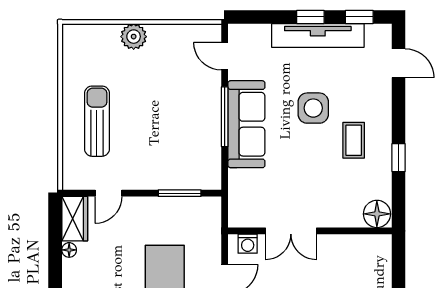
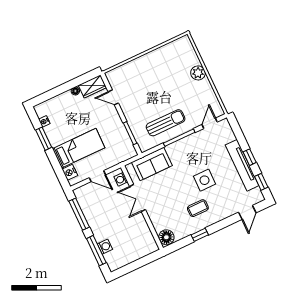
sun lounger: (97, 121) -> (166, 123), moved
sofa: (246, 124) -> (152, 164), moved, width x0.73

